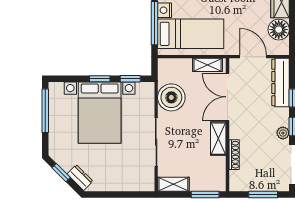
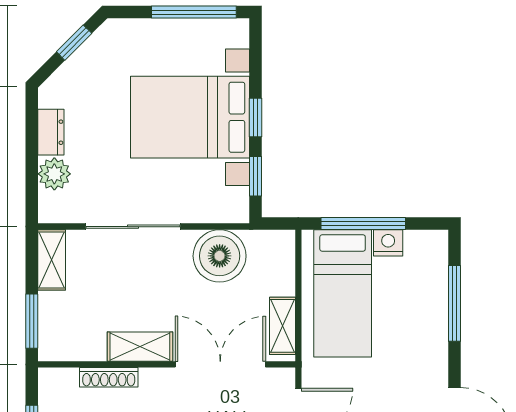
dresser: (80, 177) -> (51, 132), moved, turned -45
plant: (129, 183) -> (54, 174), added

